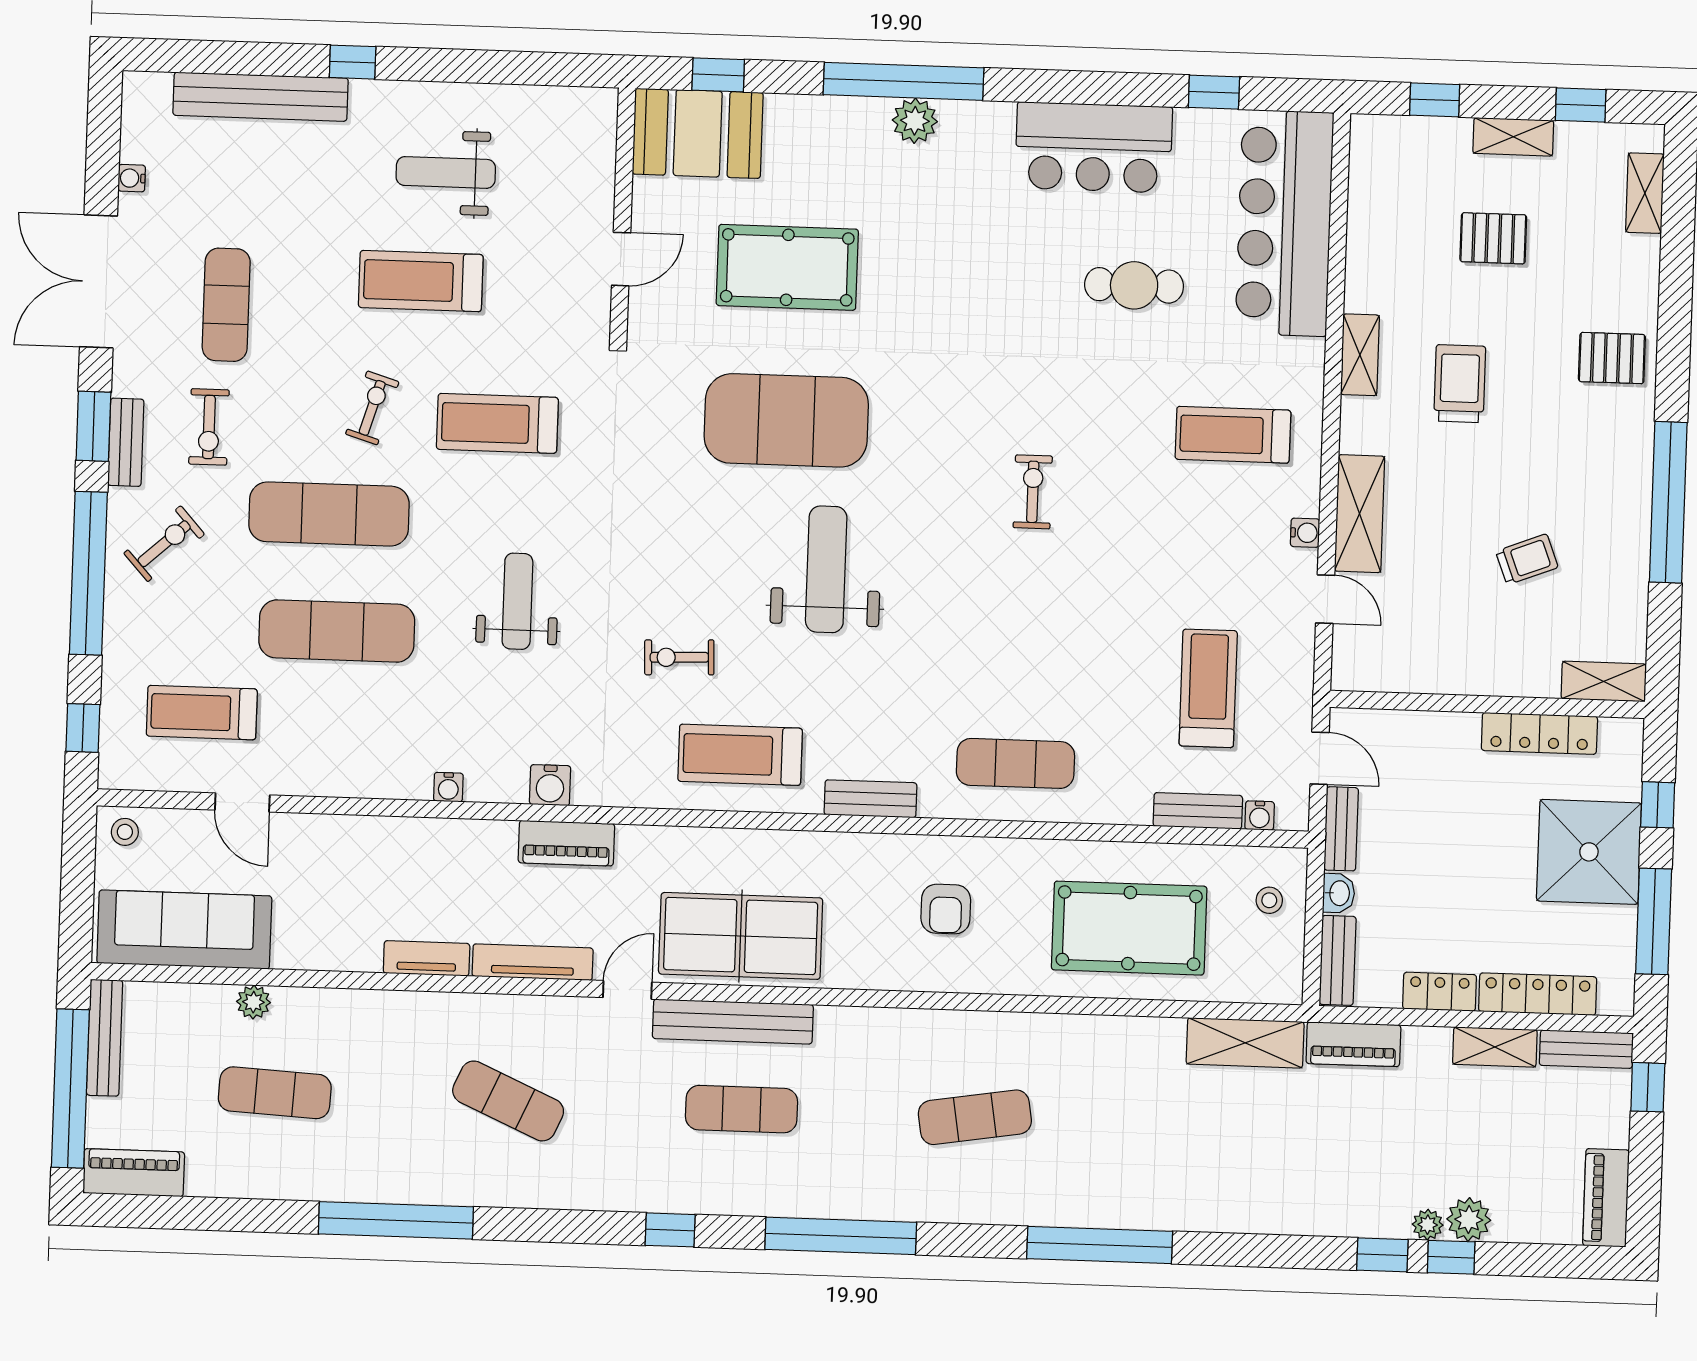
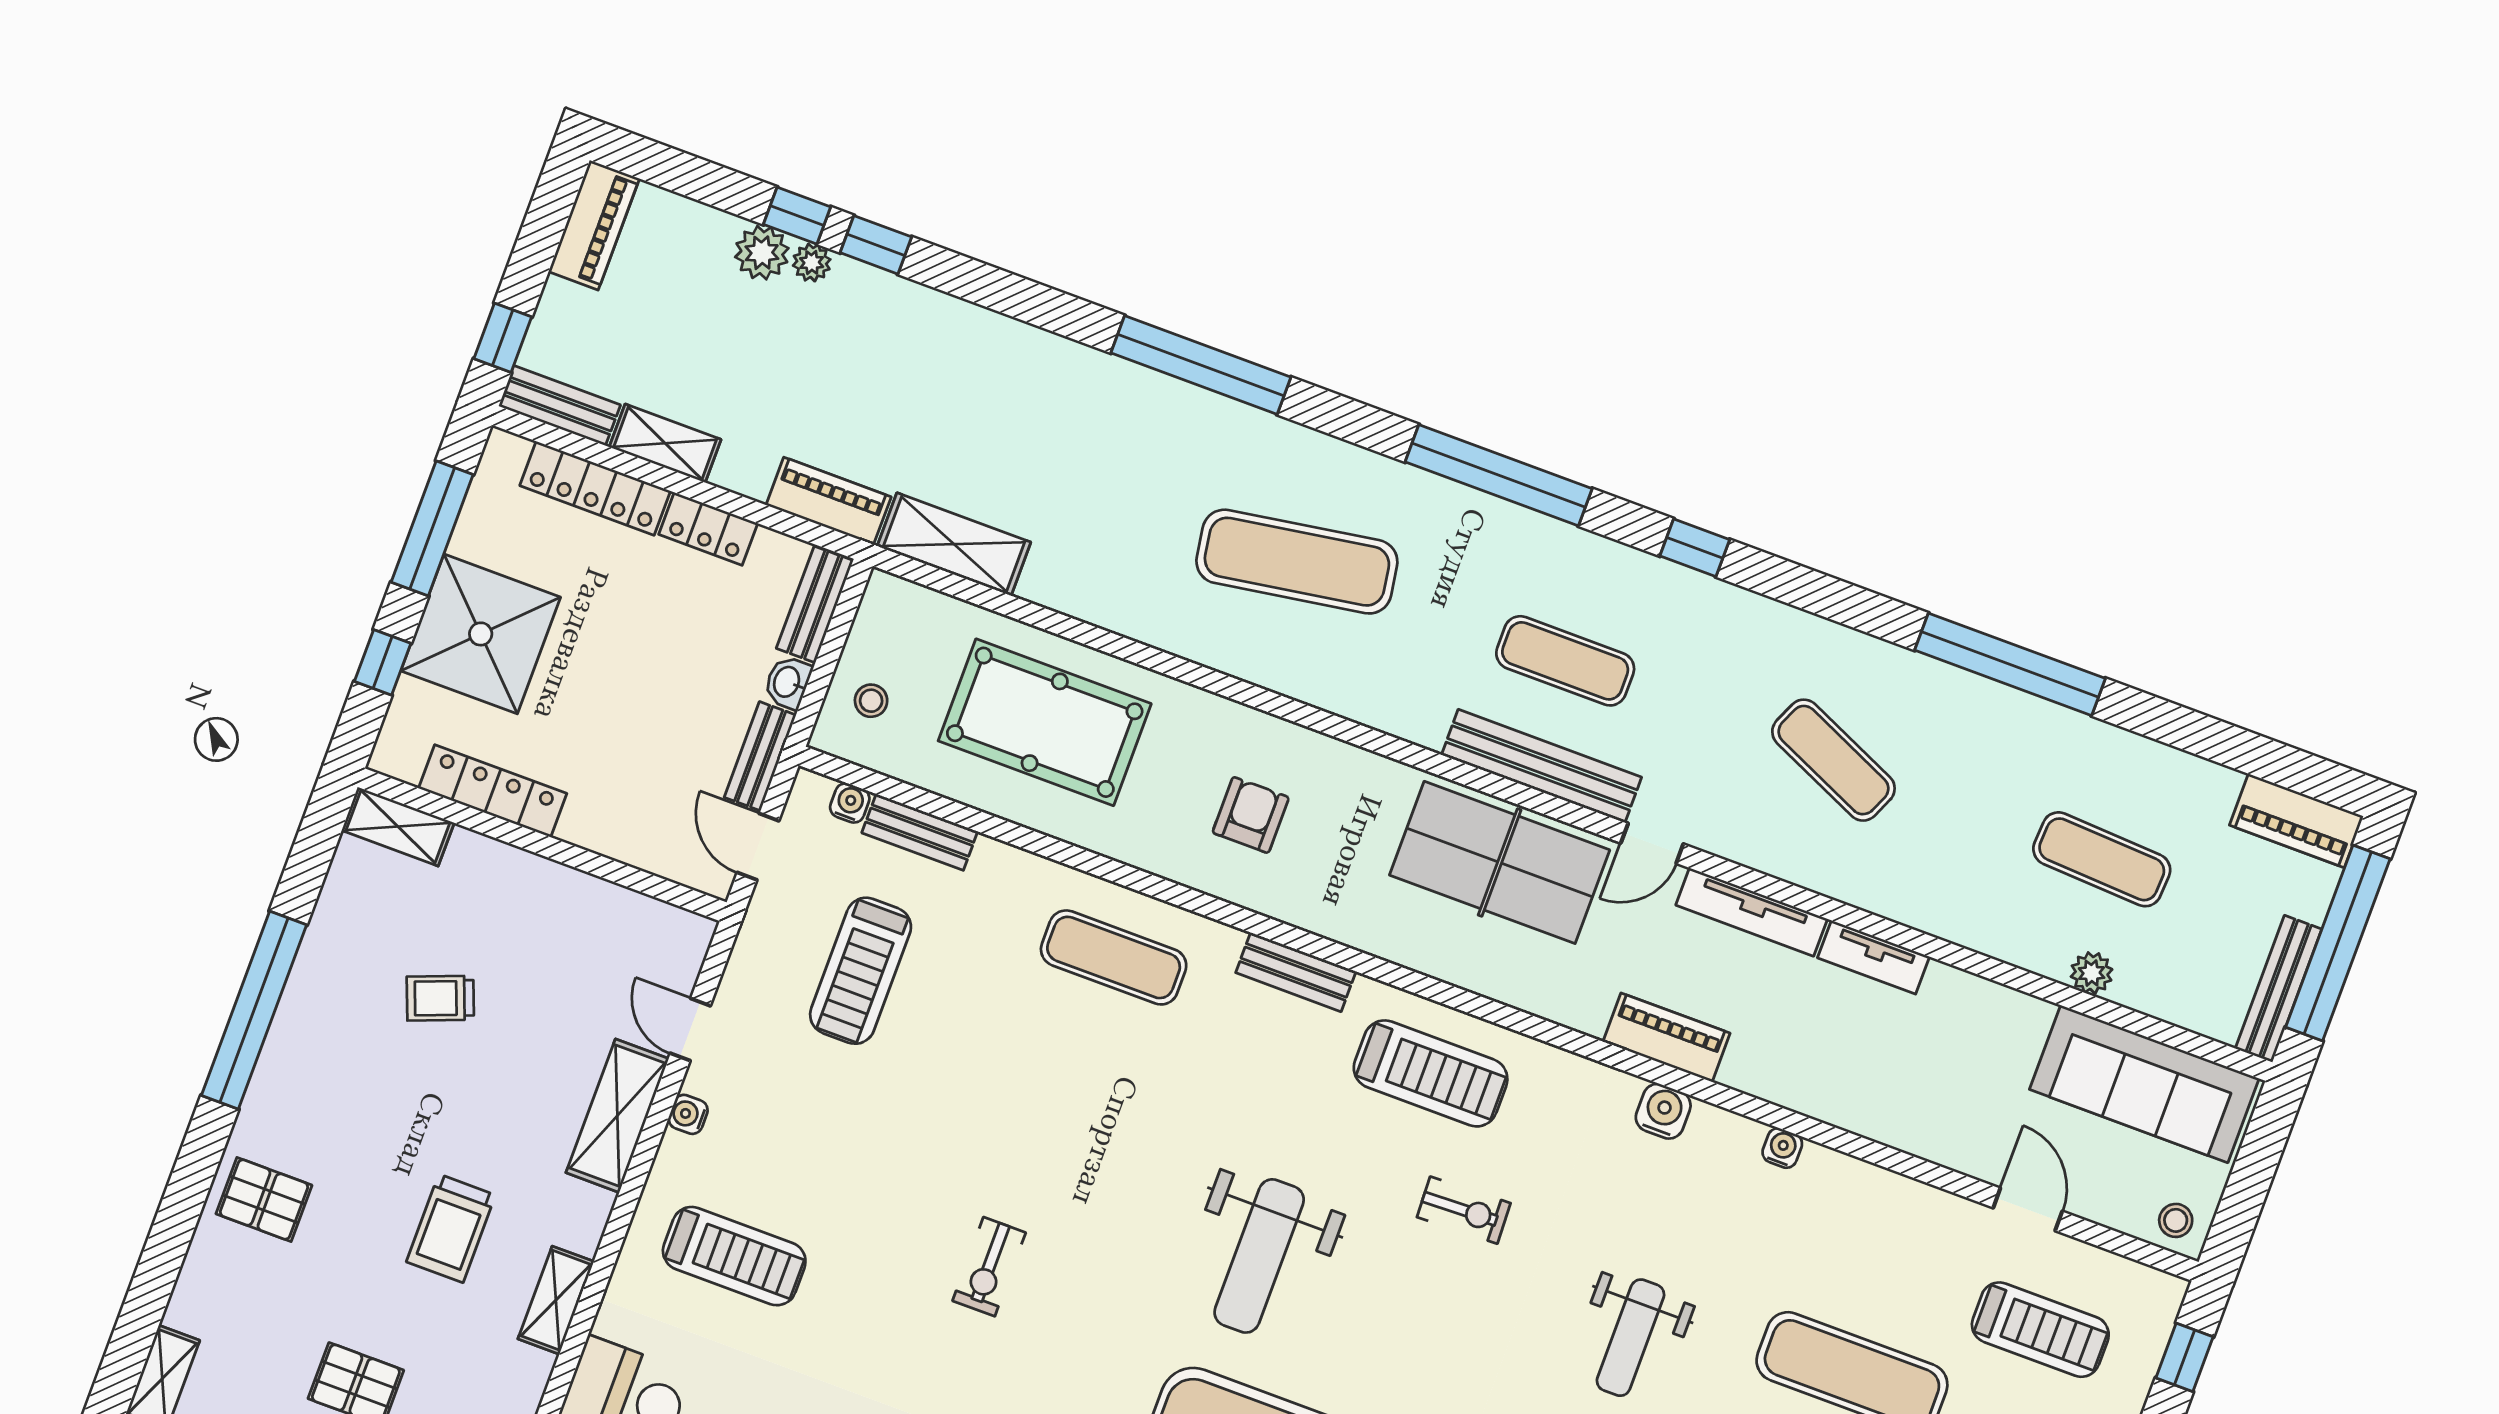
exercise mat: (975, 1117) -> (1297, 562), width x1.36, depth x1.45

